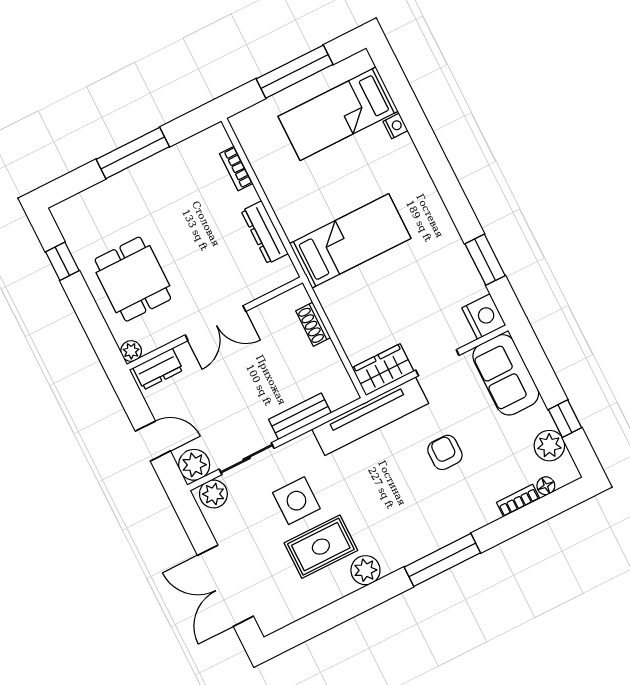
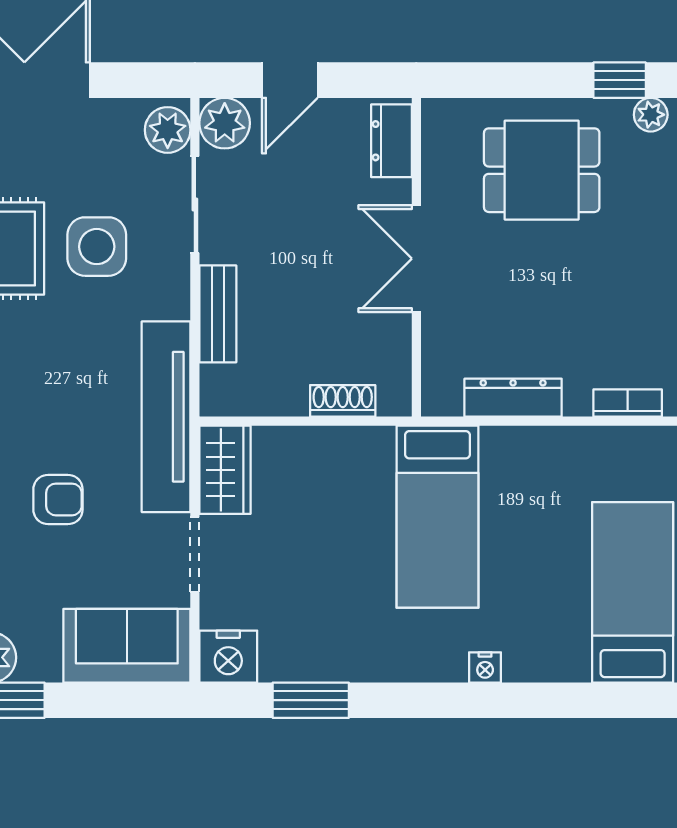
nightstand: (395, 126) -> (485, 667), moved
plant: (131, 351) -> (651, 115), moved

